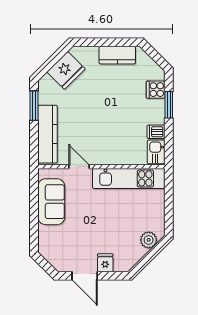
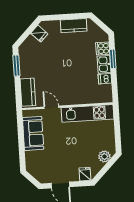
fridge: (66, 70) -> (39, 34), width x0.53, depth x0.75
kitchen counter: (48, 134) -> (28, 92), width x0.67
kitchen sink: (156, 152) -> (104, 64), moved
fridge: (105, 263) -> (85, 174), moved

